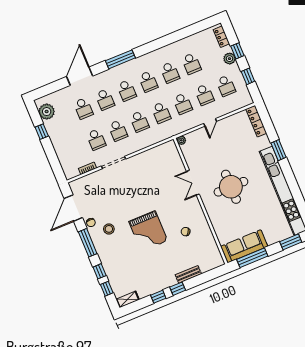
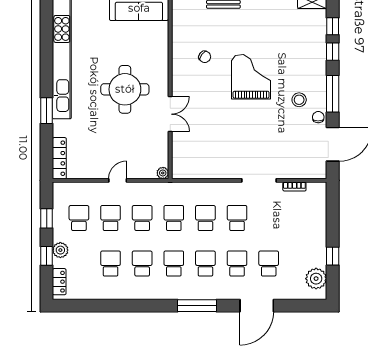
school desk: (96, 139) -> (269, 218), removed

